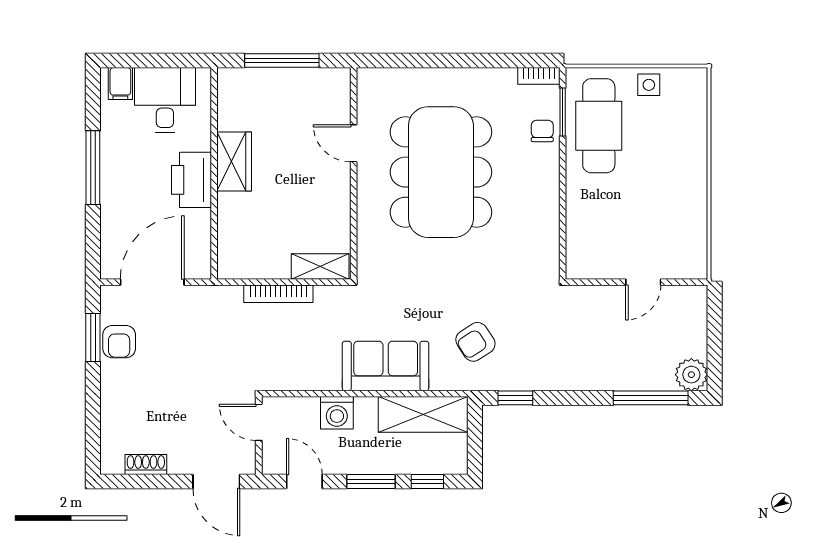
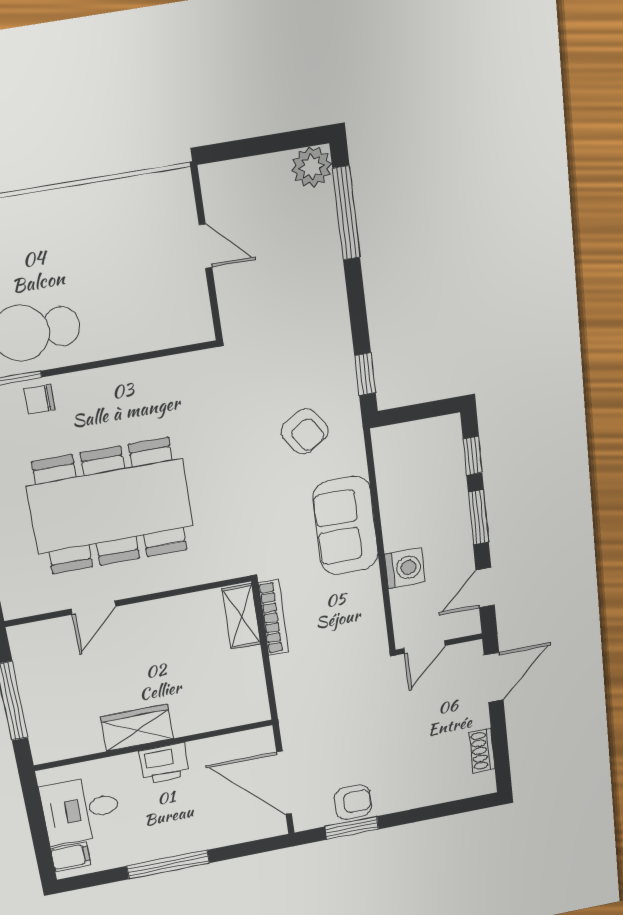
printer: (191, 180) -> (164, 763), width x0.73, depth x0.84
bookcase: (278, 294) -> (273, 617), moved
shelving: (423, 414) -> (396, 474), removed

